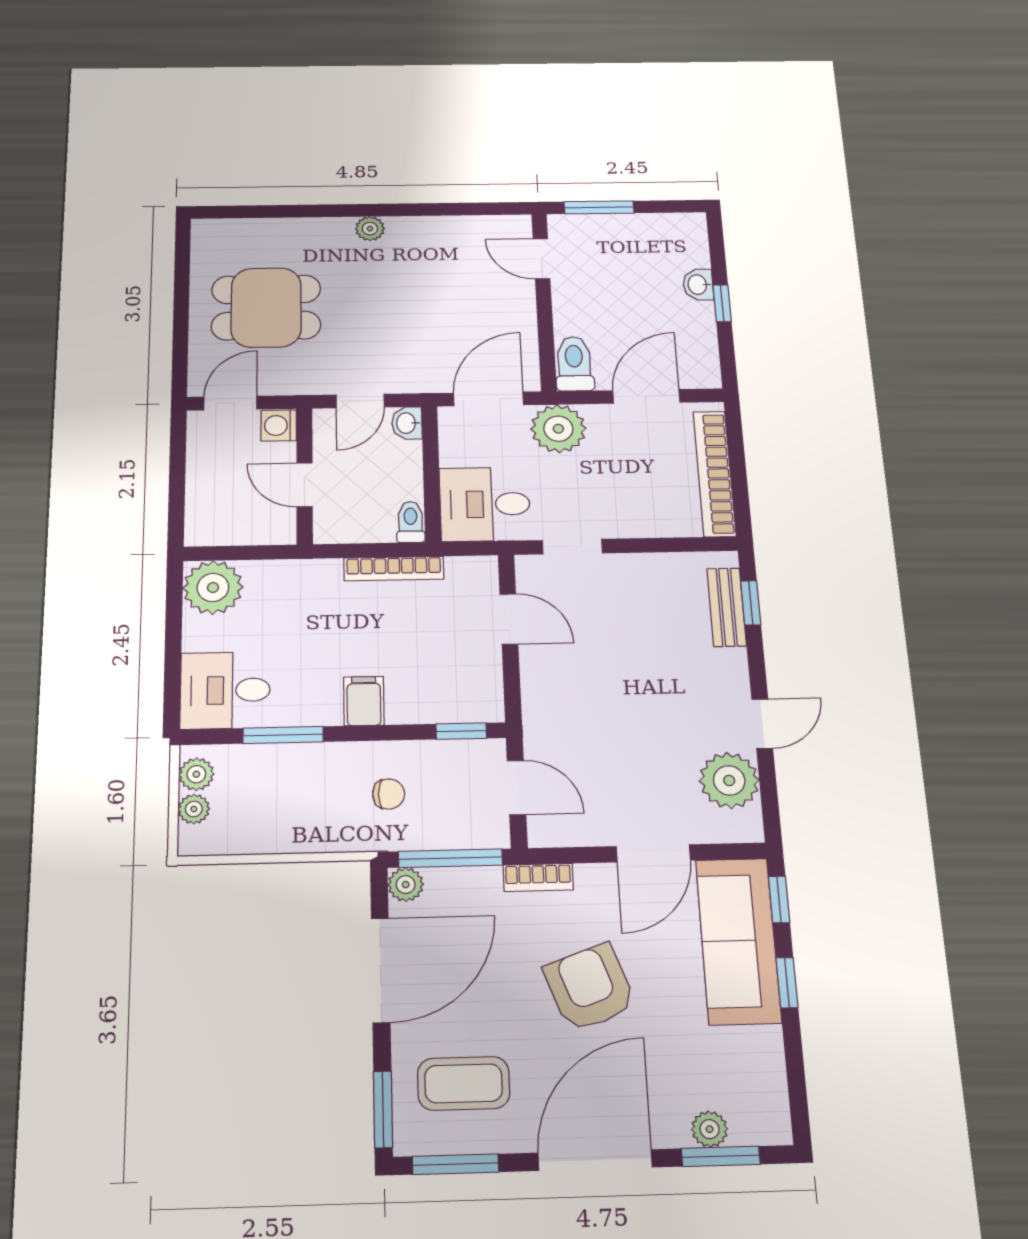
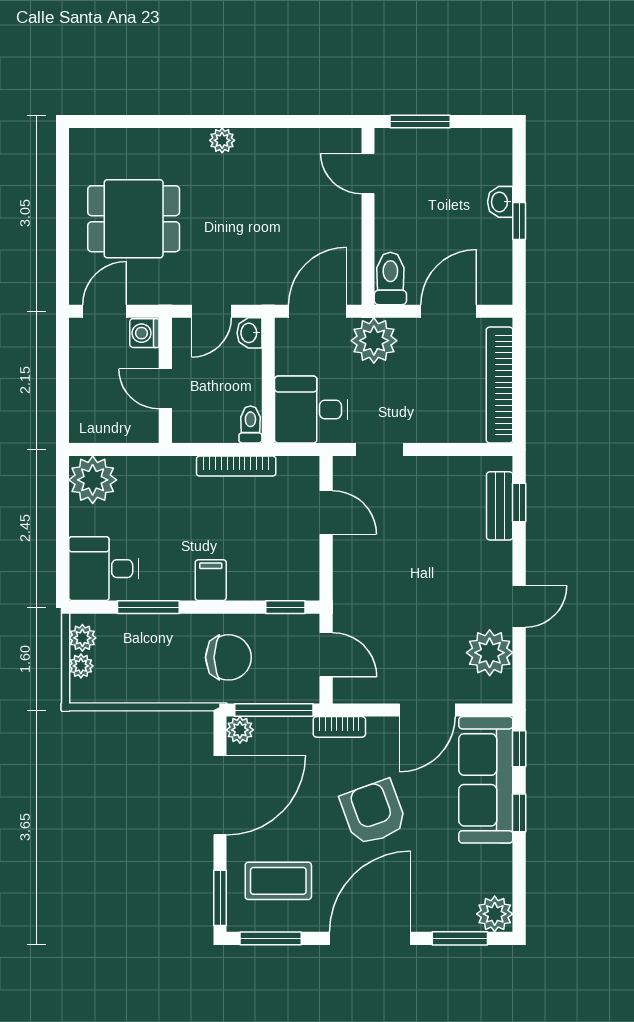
chair: (389, 794) -> (228, 657), width x1.87, depth x1.87
plant: (710, 1129) -> (495, 914), moved, width x1.38, depth x1.38

